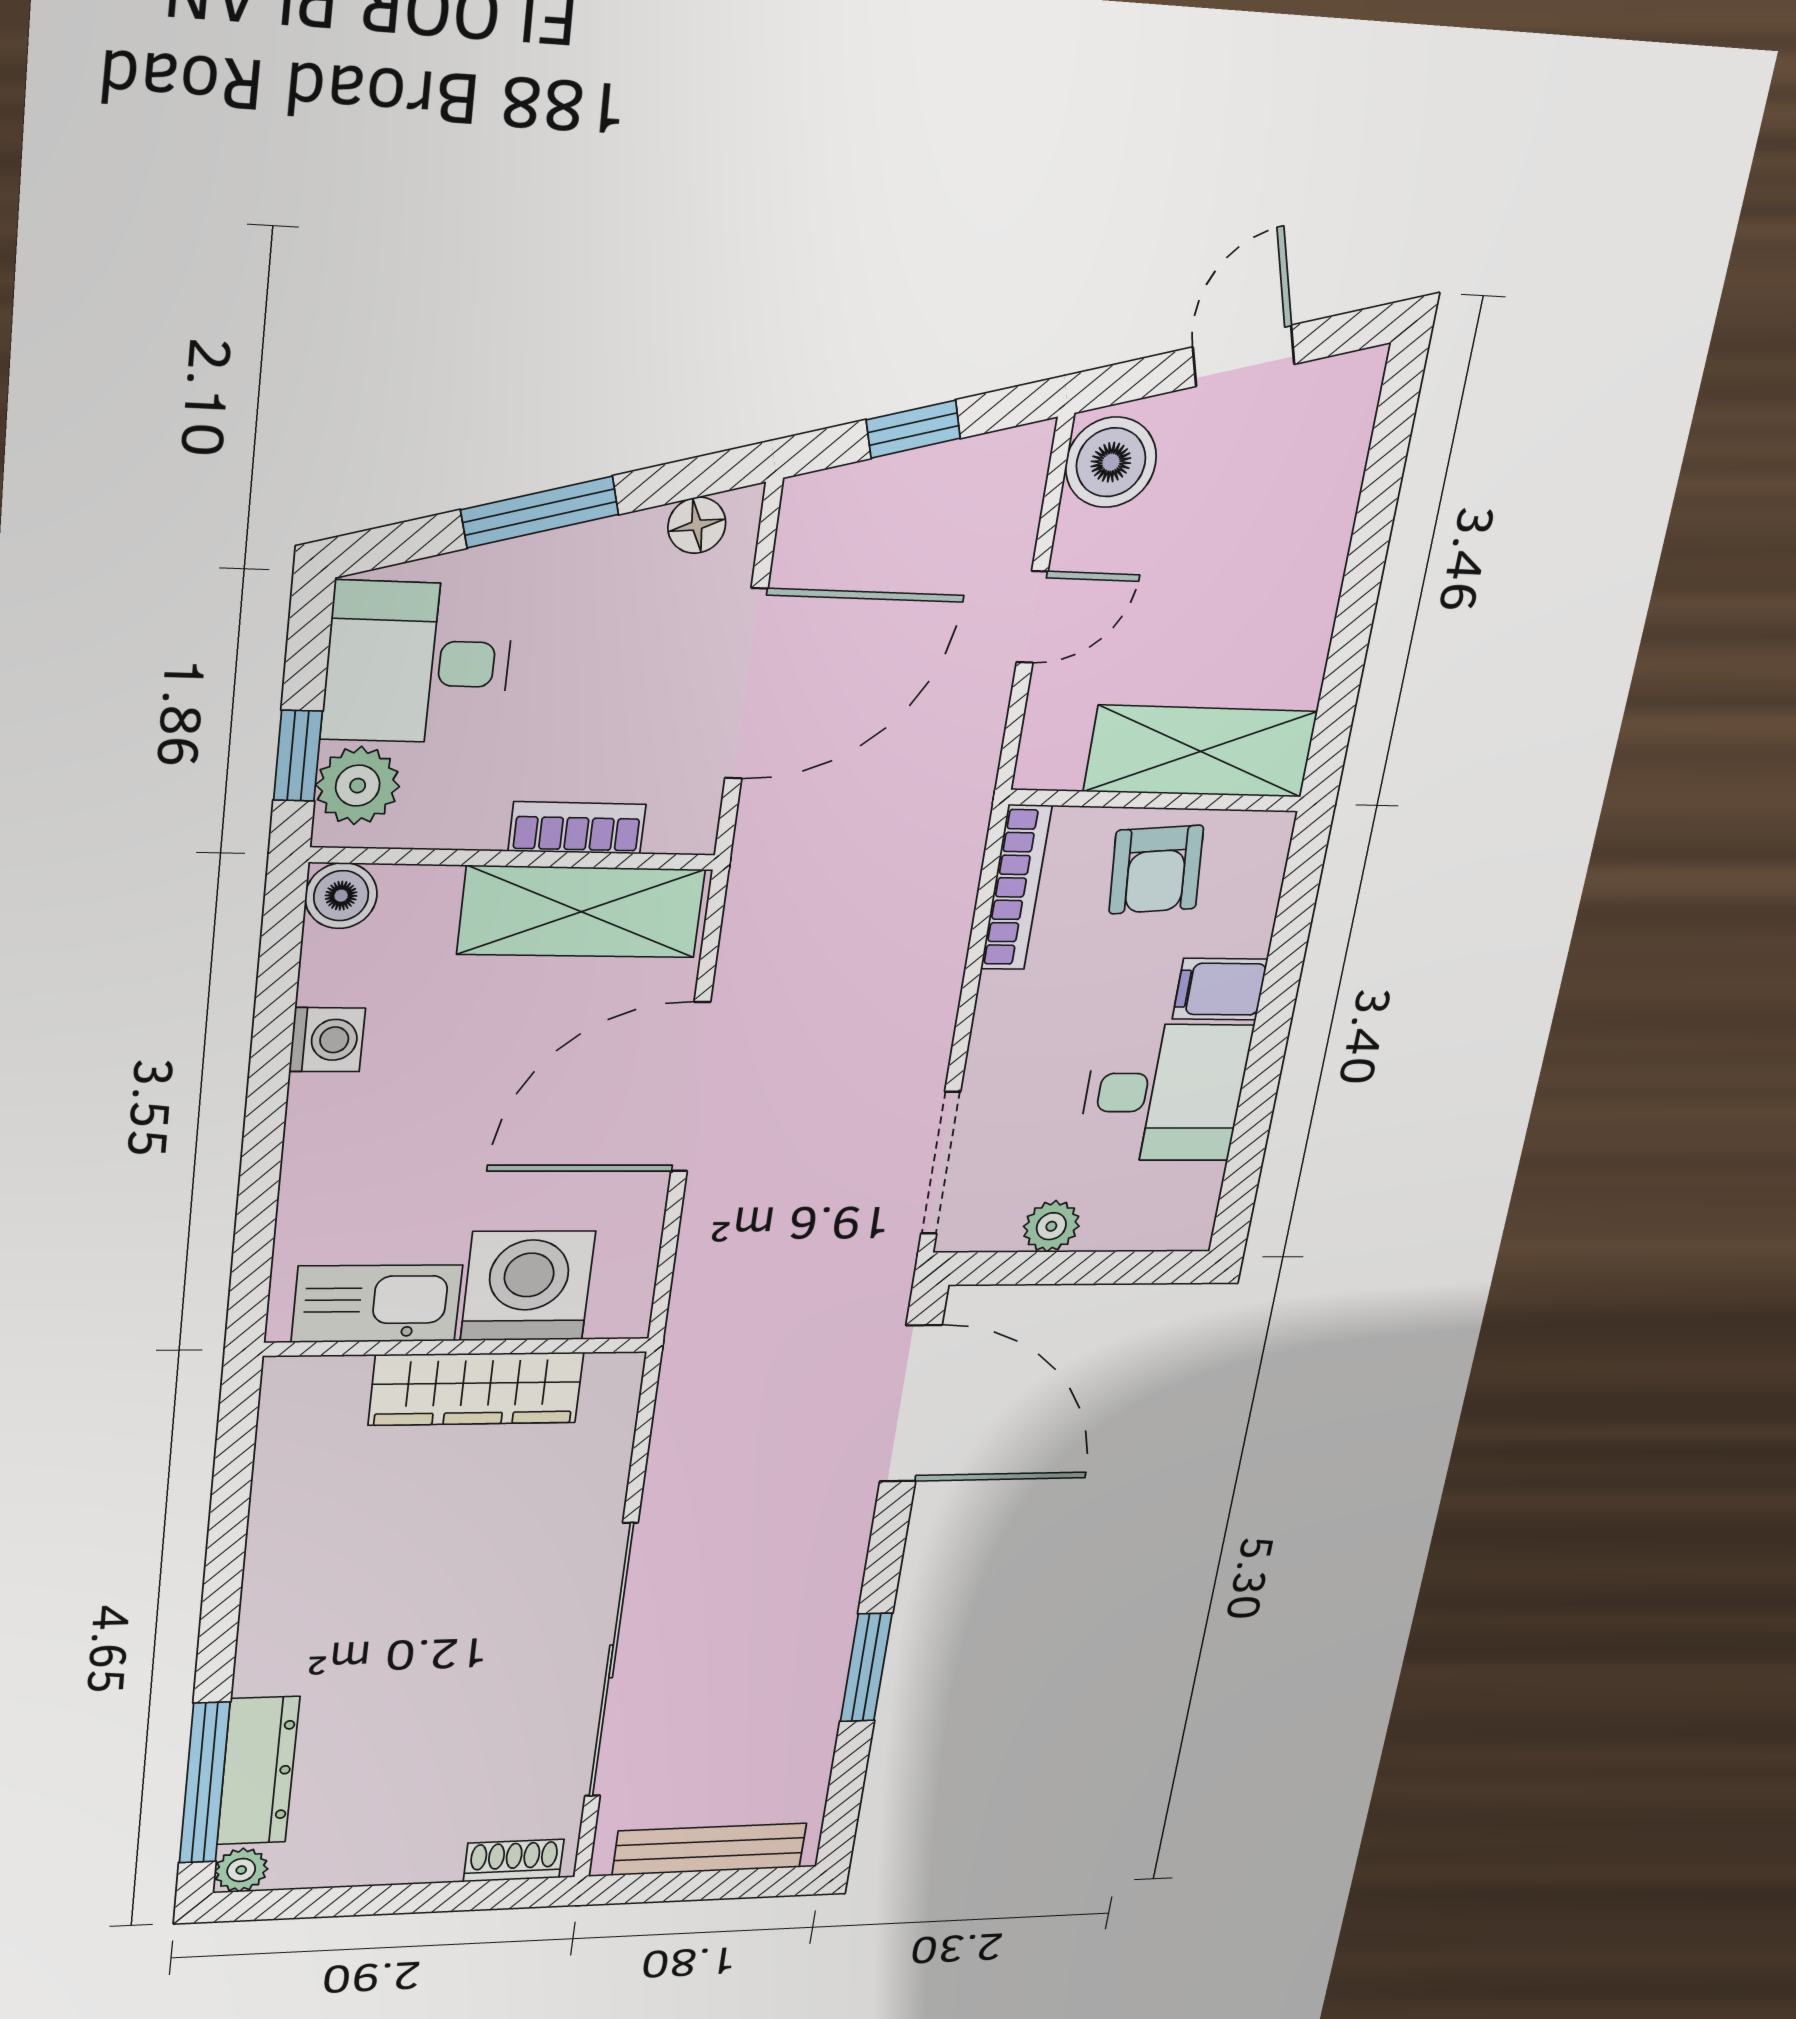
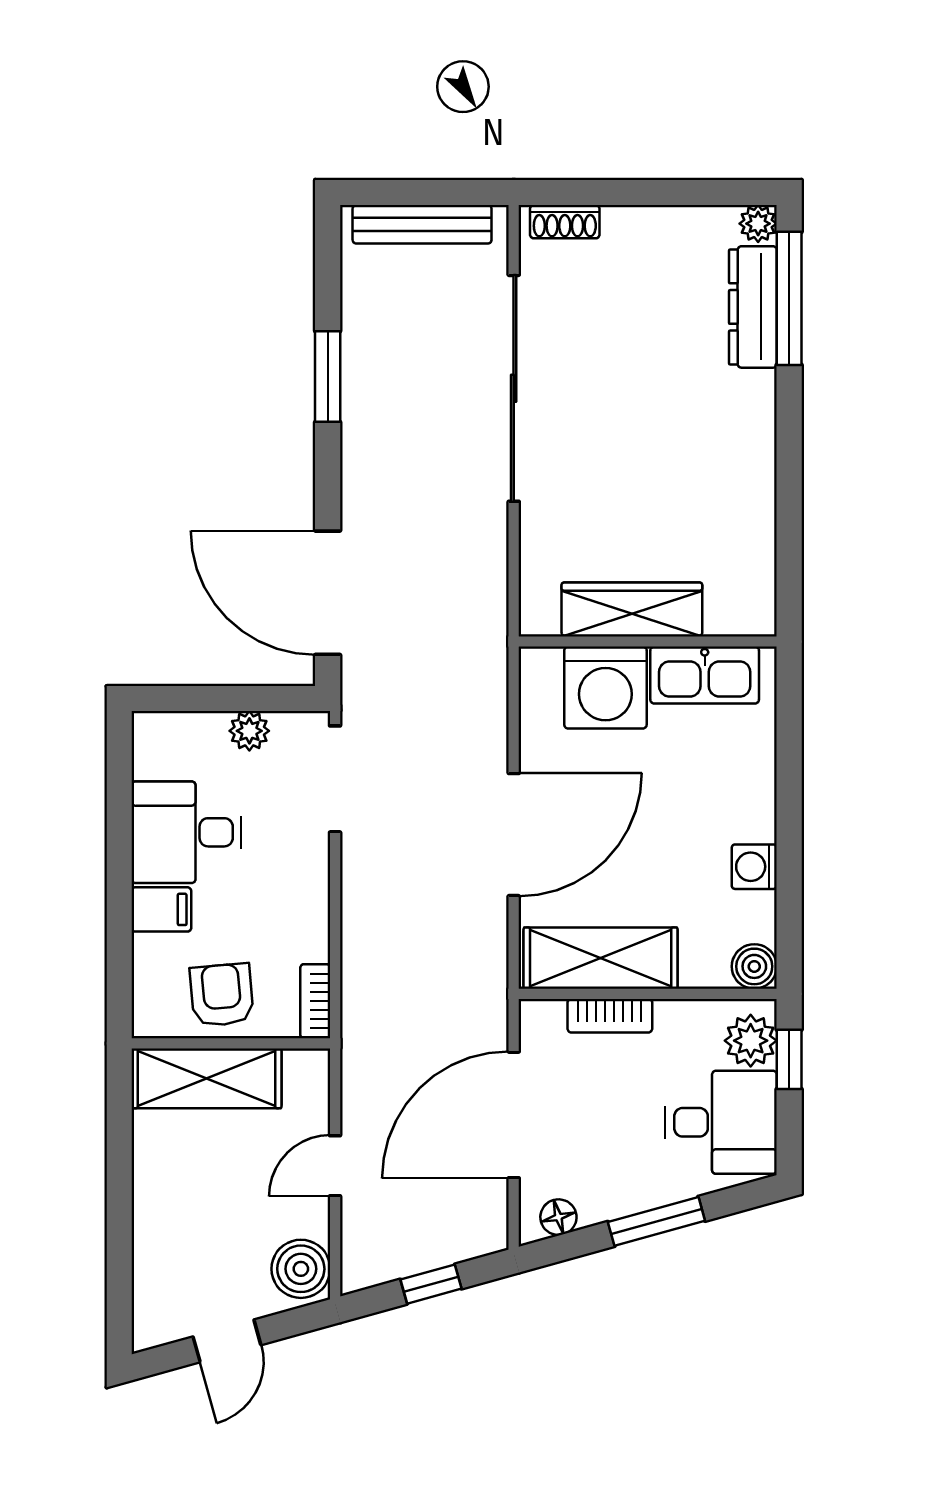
bookcase: (1016, 887) -> (315, 1001), width x0.64

